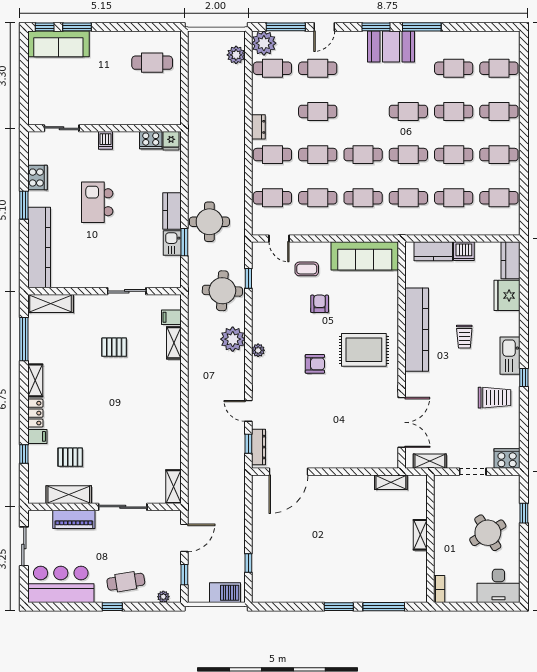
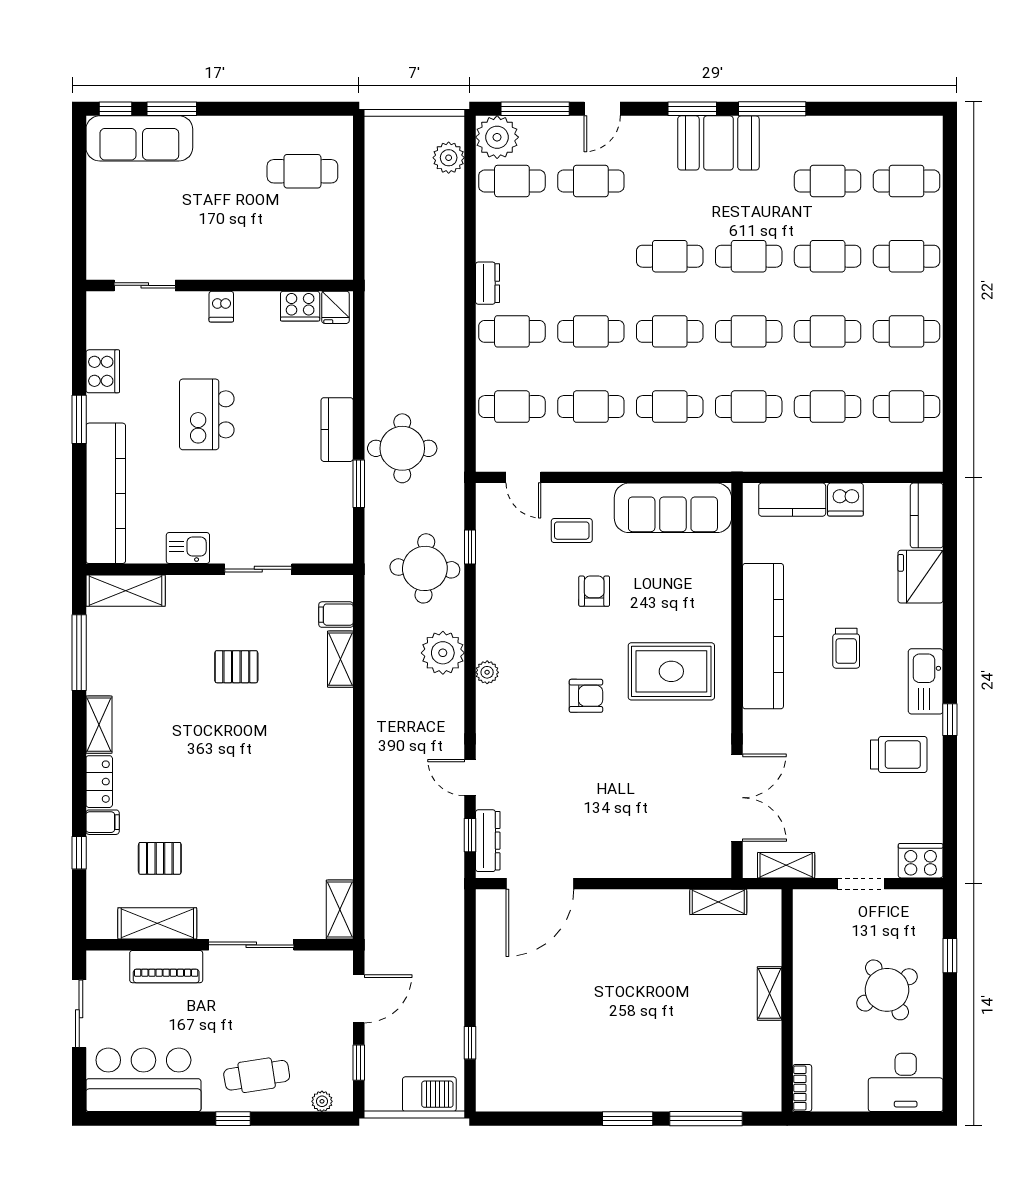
cafe table: (318, 111) -> (670, 256), moved
kitchen sink: (172, 243) -> (188, 548), moved, turned 90

